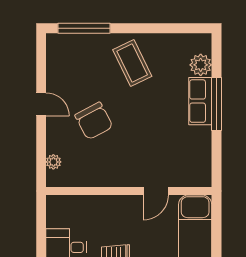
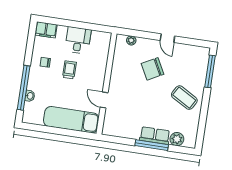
coffee table: (132, 63) -> (184, 98), turned 56
door: (41, 104) -> (167, 38), hinge flipped

